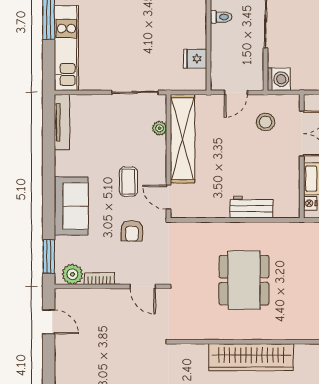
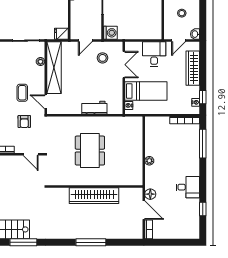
fridge: (195, 59) -> (61, 34), moved

